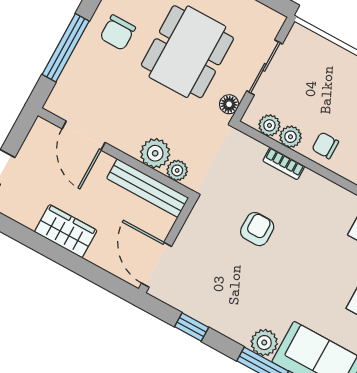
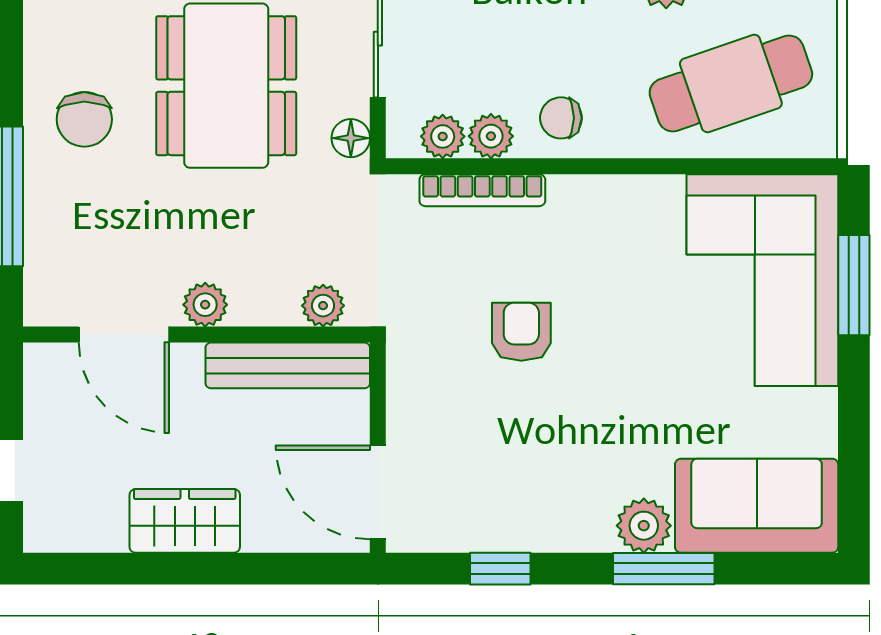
plant: (155, 153) -> (205, 305), moved, width x0.73, depth x0.73
bookcase: (284, 164) -> (482, 190), width x1.56

